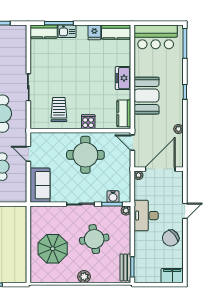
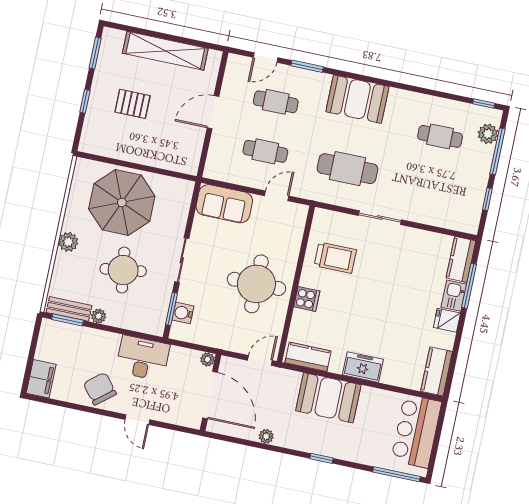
fridge: (94, 32) -> (447, 320), moved
plant: (126, 210) -> (99, 316), moved
parasol: (53, 249) -> (122, 203), width x1.36, depth x1.36

